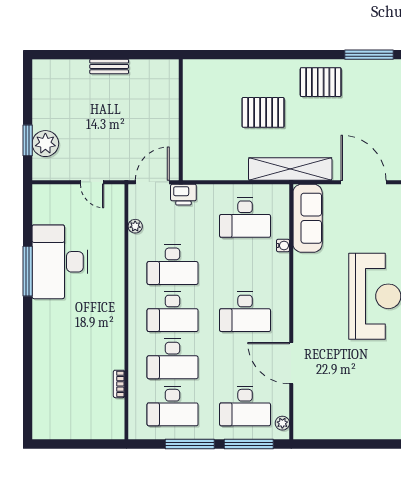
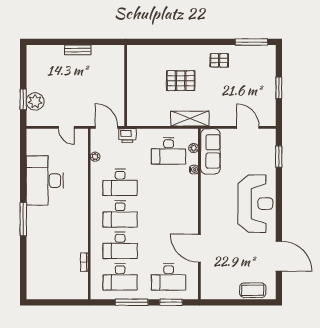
pallet: (321, 82) -> (219, 60), width x0.67, depth x0.71
shelving: (290, 169) -> (190, 119), width x0.68
door: (152, 182) -> (107, 127), hinge flipped
door: (364, 182) -> (248, 127), width x0.73
window: (28, 271) -> (23, 219), moved
desk: (245, 312) -> (169, 214), removed
plant: (282, 423) -> (194, 148), moved
coffee table: (371, 426) -> (253, 290), added
window: (249, 444) -> (171, 302), width x0.69

